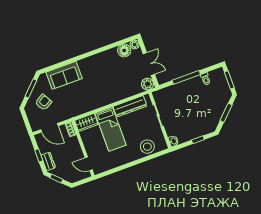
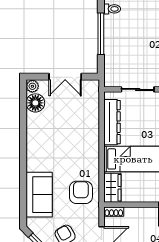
double door: (149, 64) -> (65, 77), swing flipped
plant: (148, 84) -> (91, 88), removed
armchair: (76, 103) -> (81, 192), added

